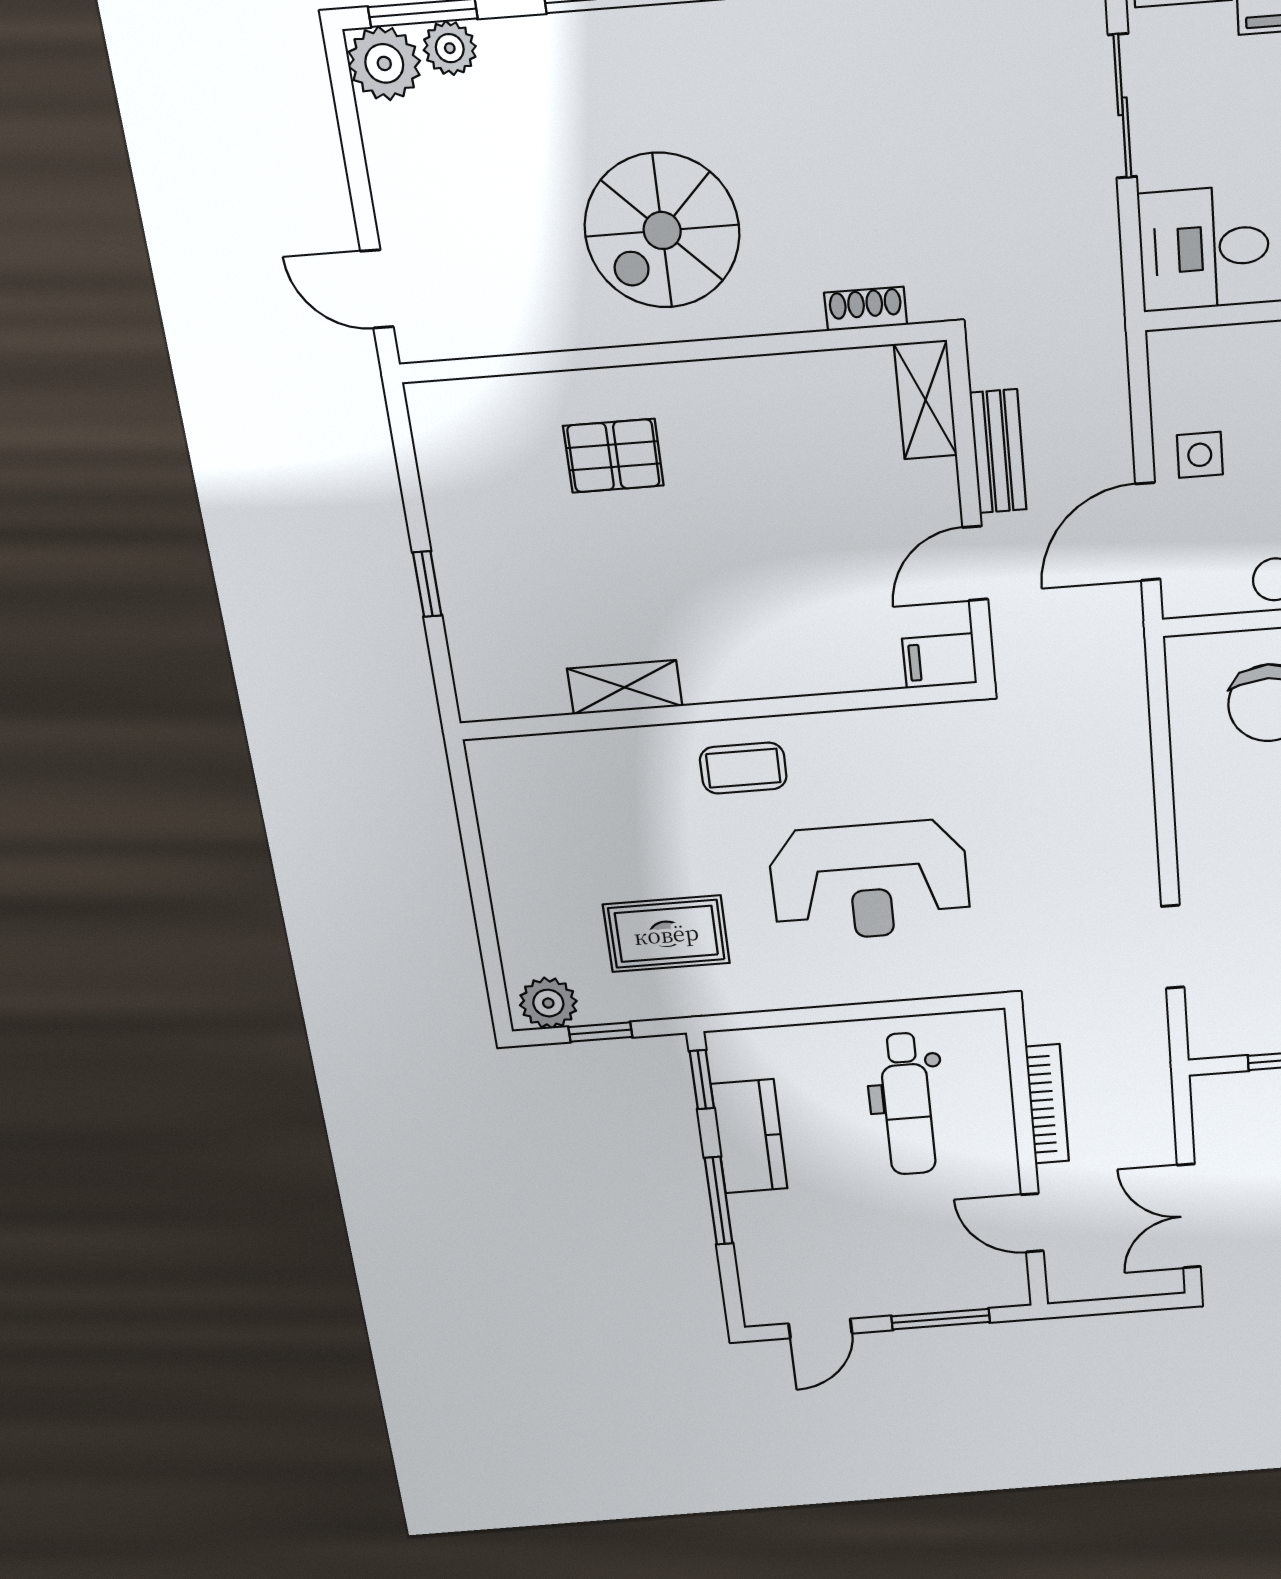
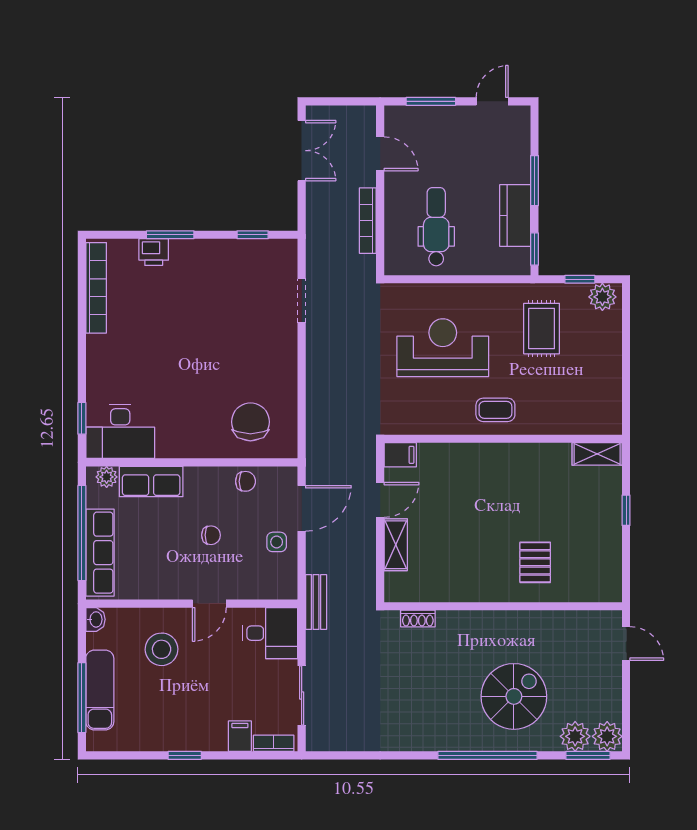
plant: (450, 48) -> (575, 736), width x1.38, depth x1.38
spiral stairs: (662, 231) -> (514, 696), moved
shelving: (926, 400) -> (396, 545), moved
bench: (998, 451) -> (316, 602), moved
pallet: (613, 456) -> (535, 562), turned 90
shelving: (625, 687) -> (597, 454), moved
rug: (666, 934) -> (542, 329), turned 90

